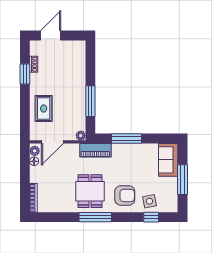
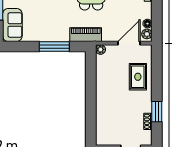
window: (90, 101) -> (91, 84), removed

